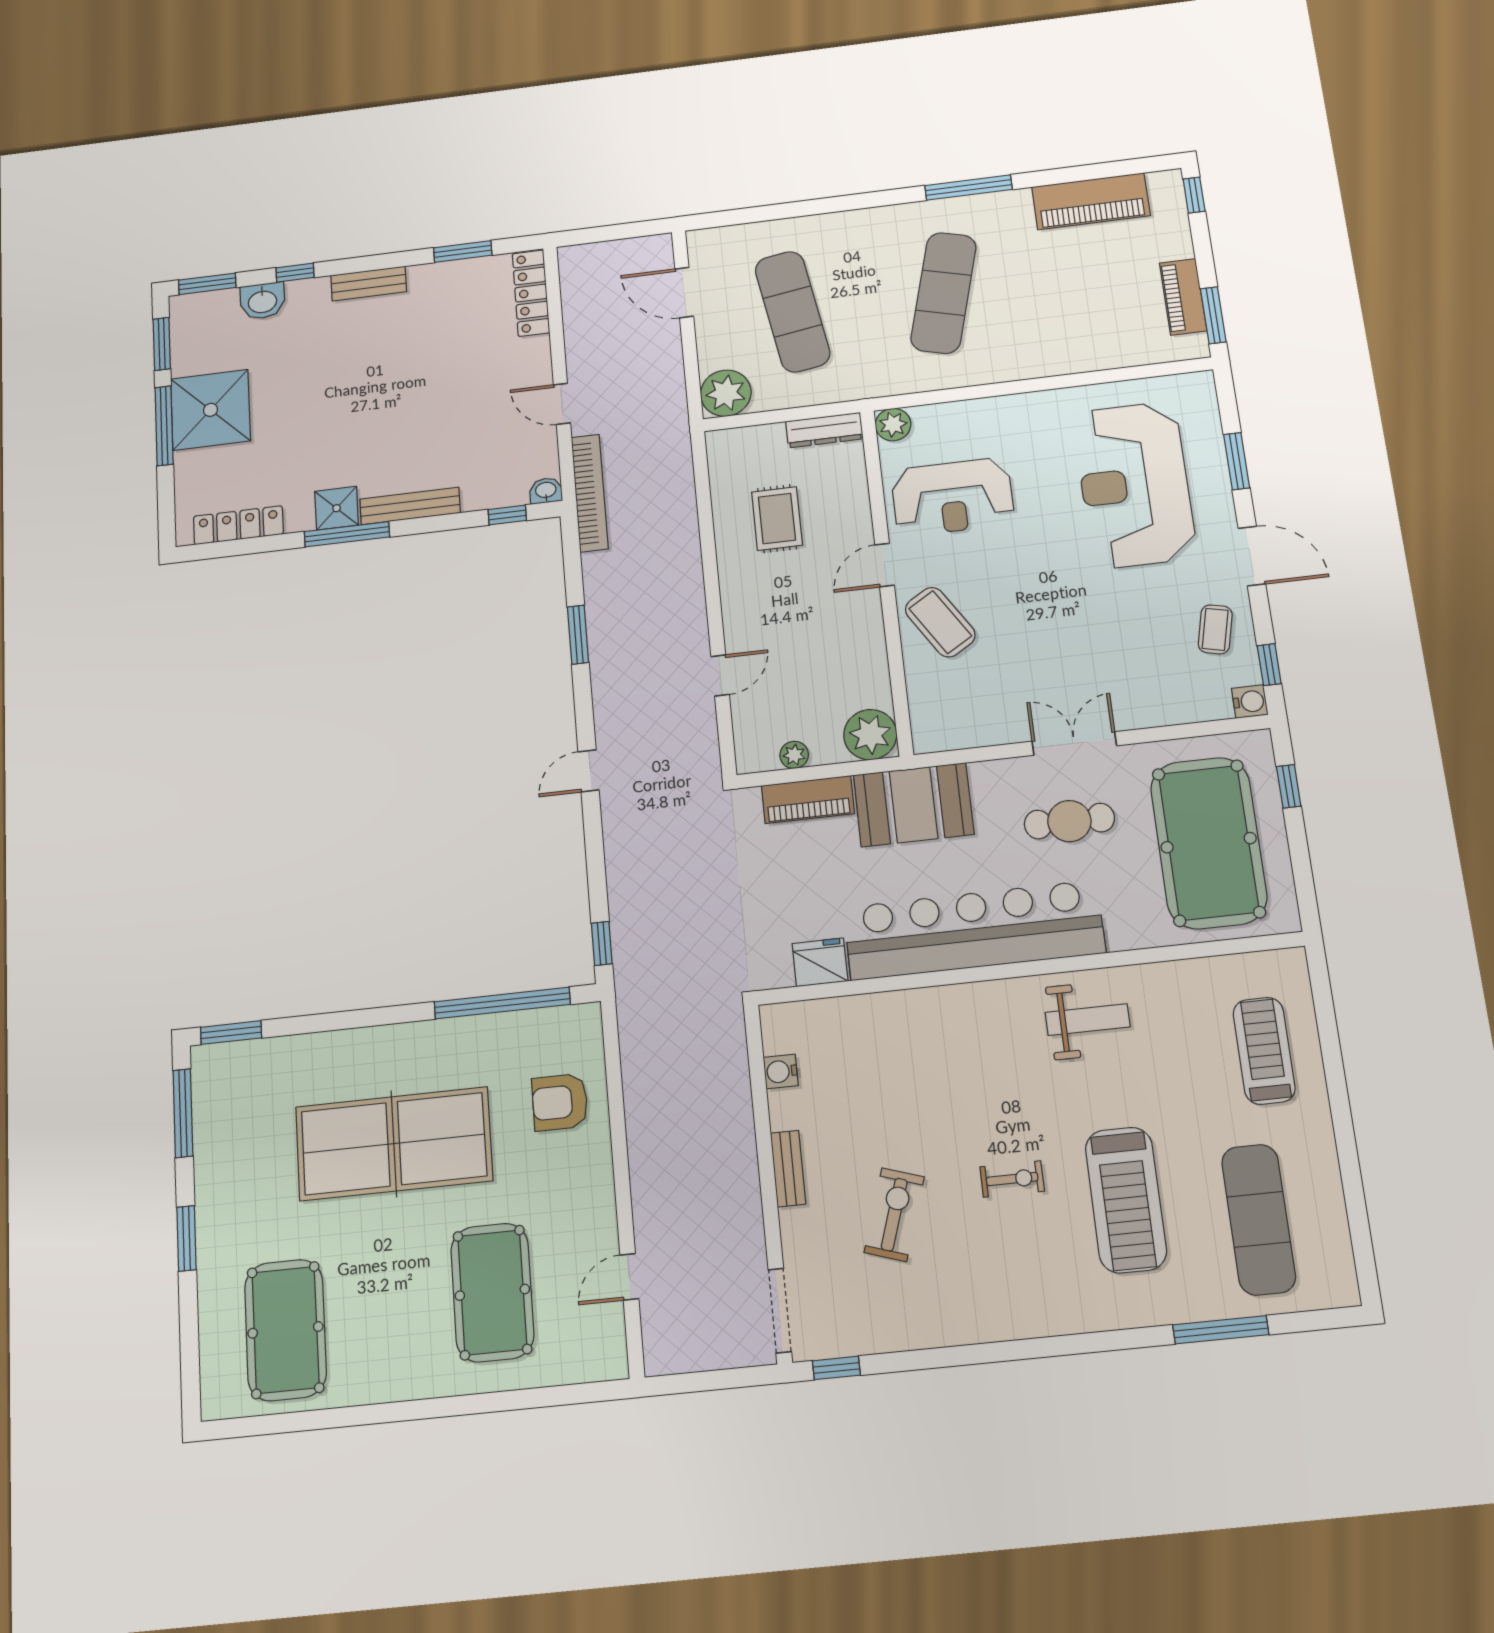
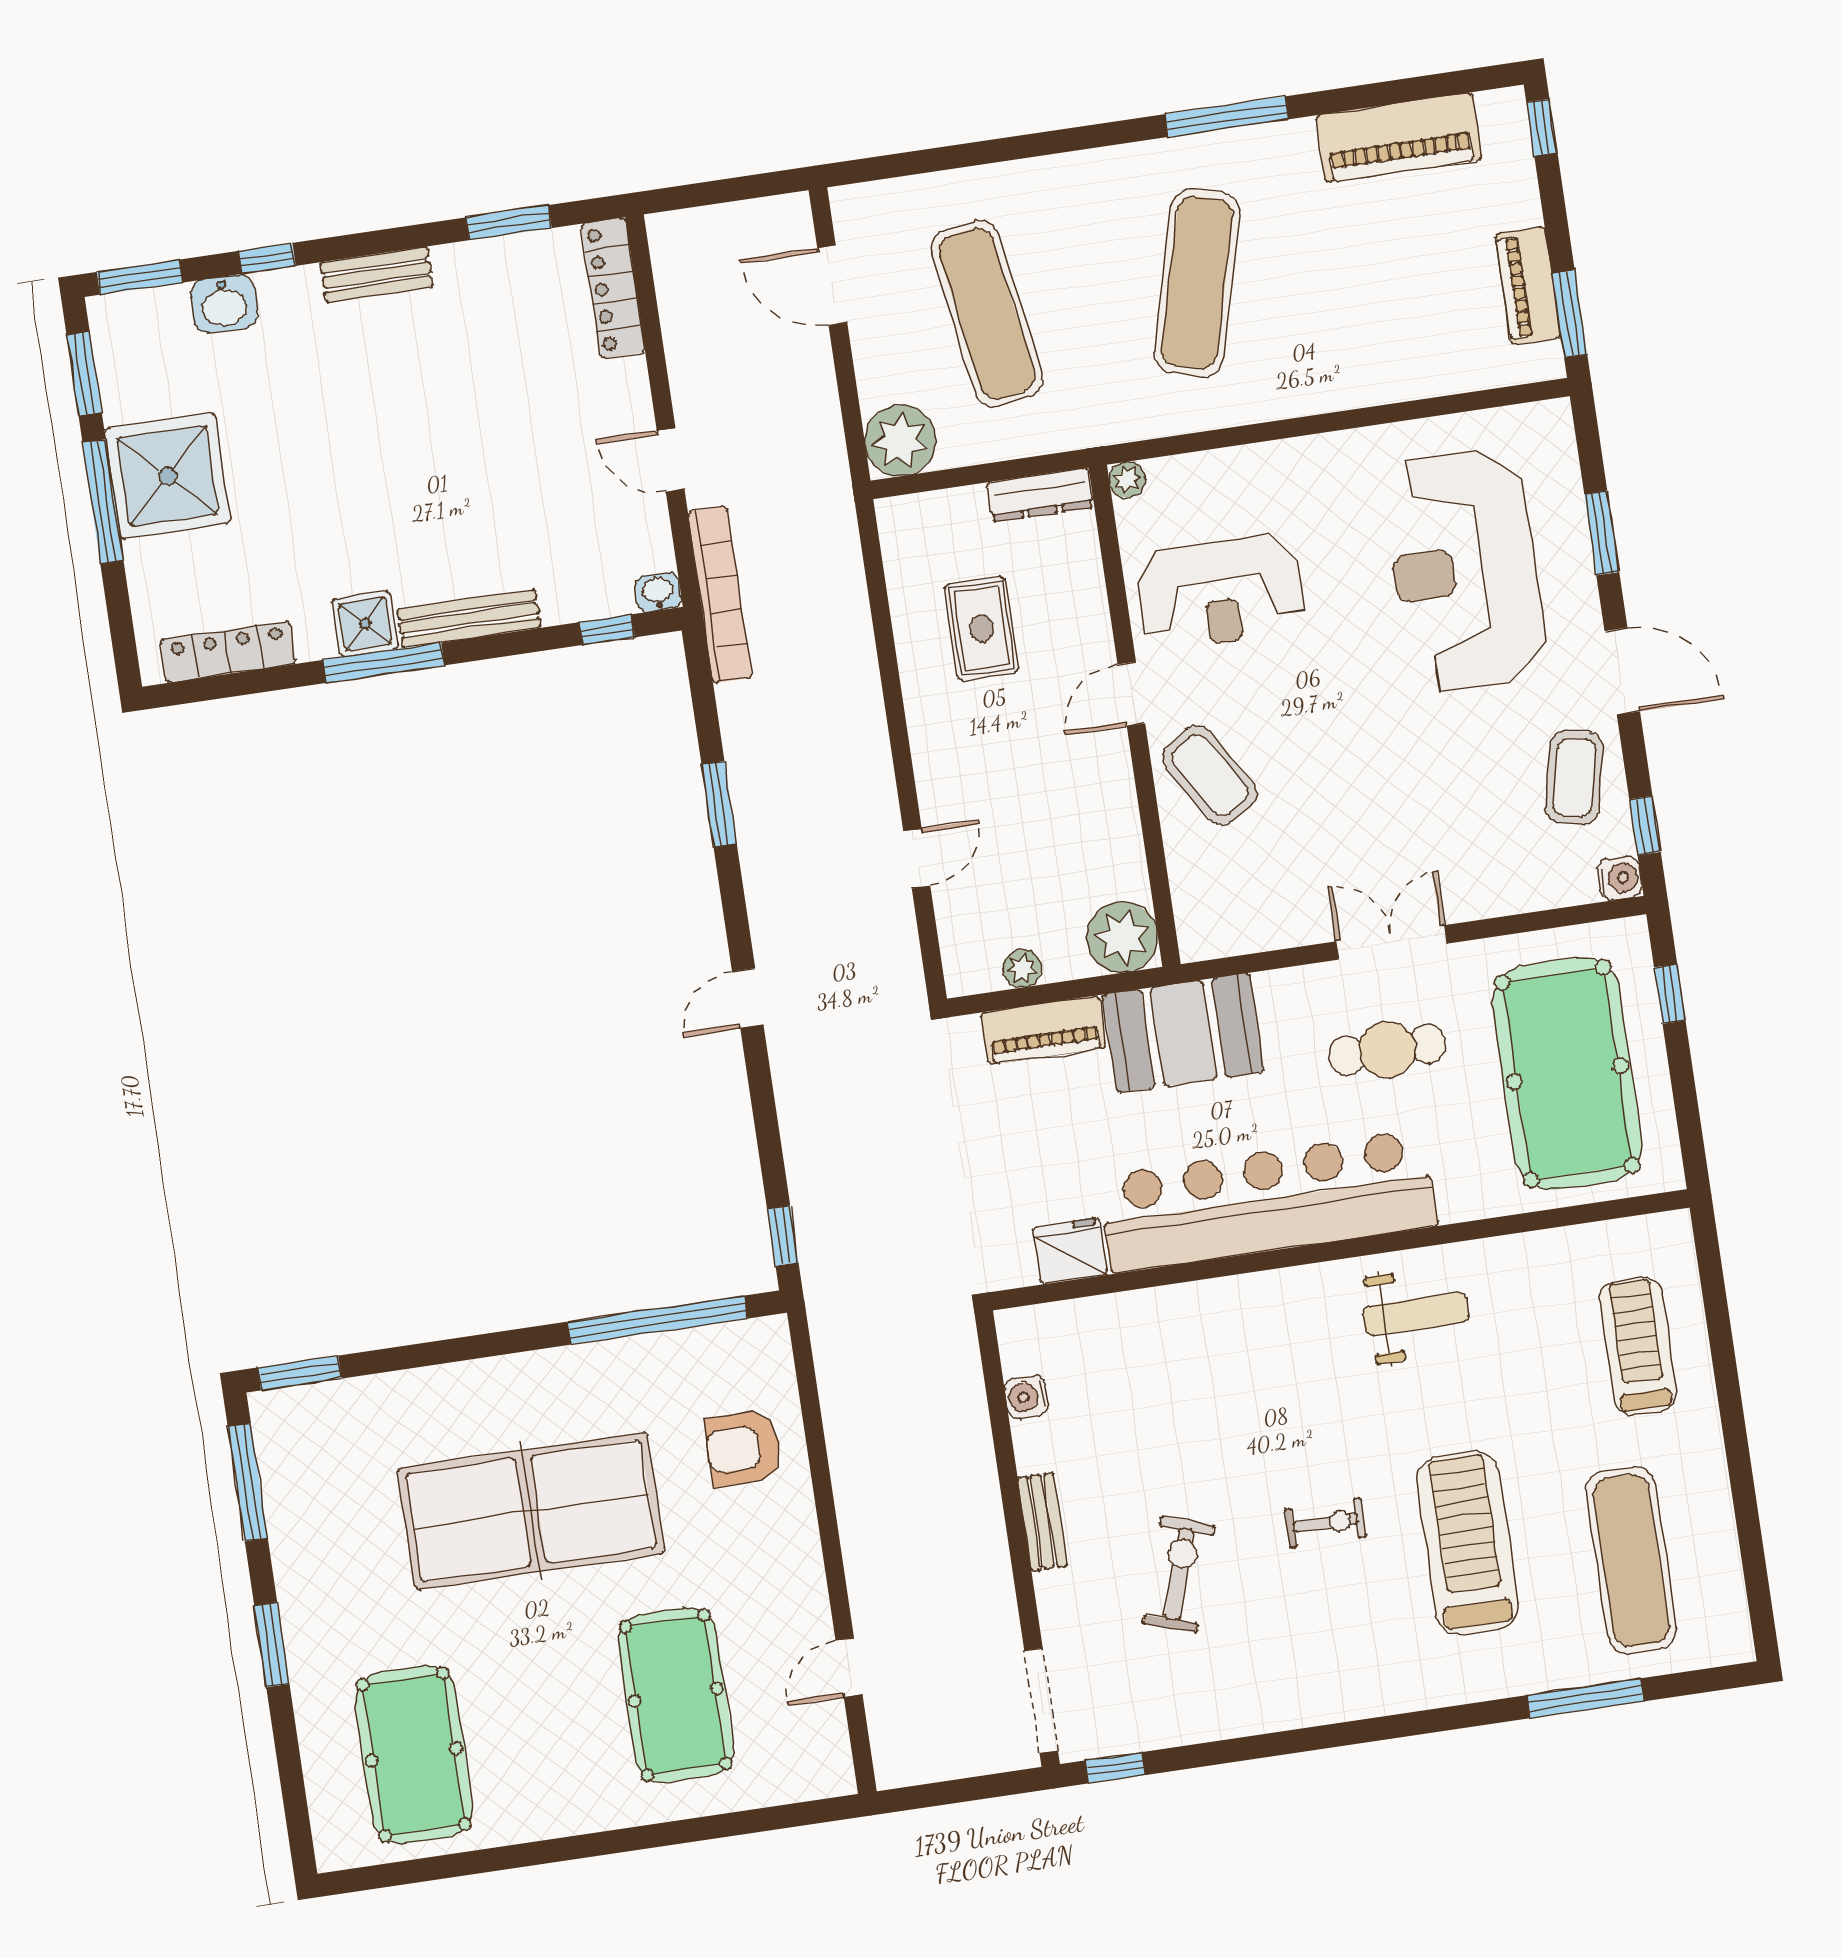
plant: (893, 425) -> (1127, 480), width x0.73, depth x0.73
coffee table: (1215, 629) -> (1574, 777), width x1.36, depth x1.30
treadmill: (1126, 1200) -> (1468, 1543), turned 180

